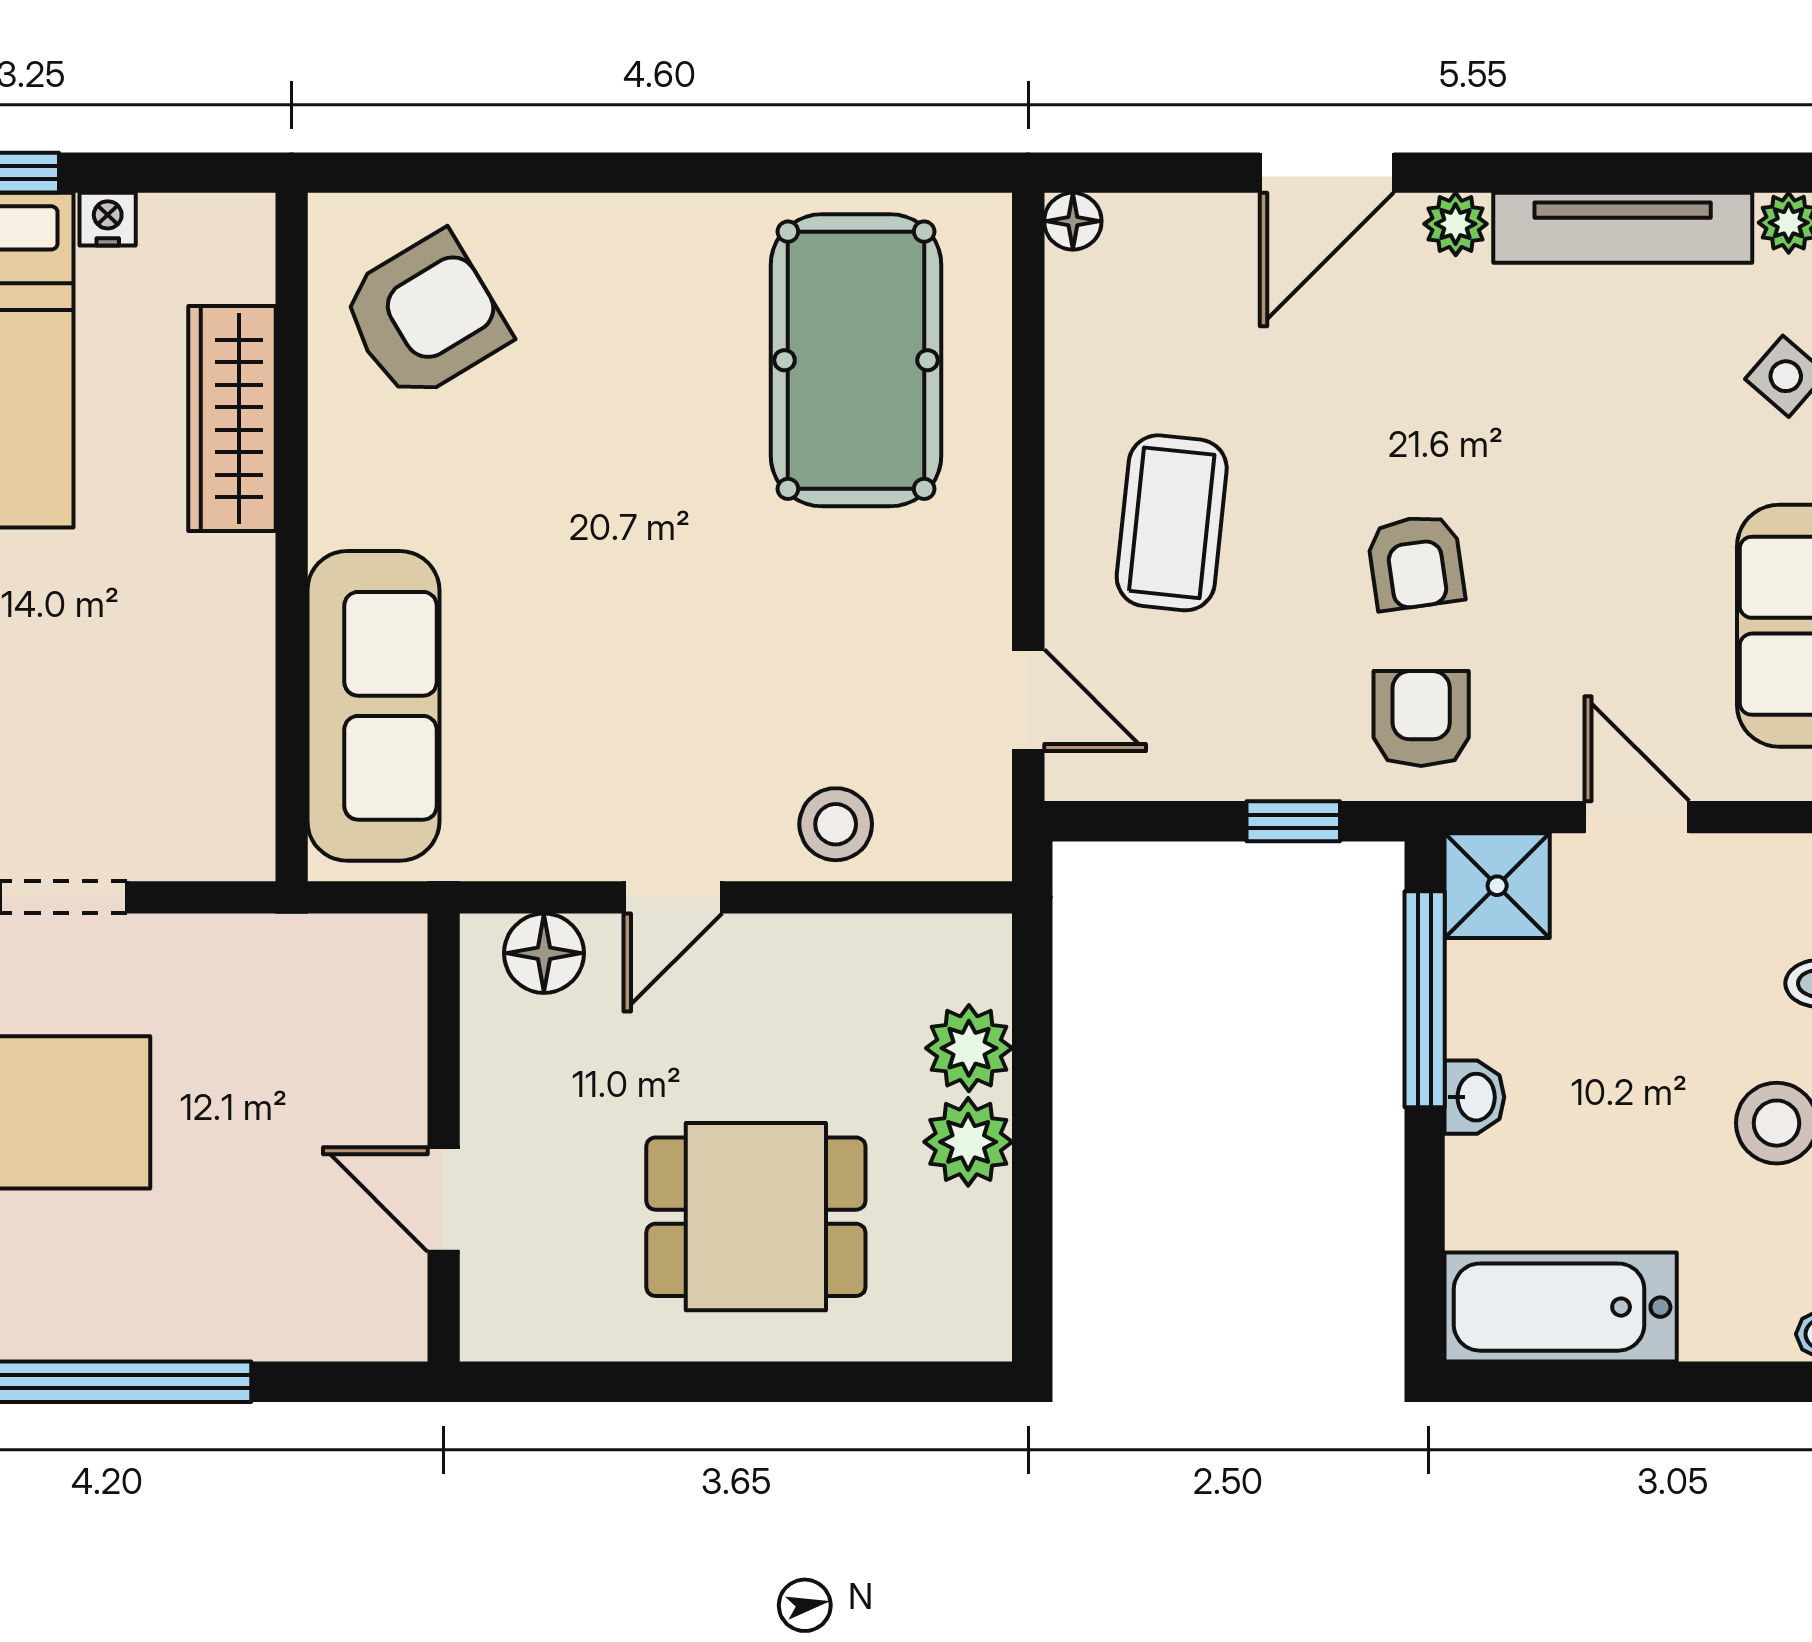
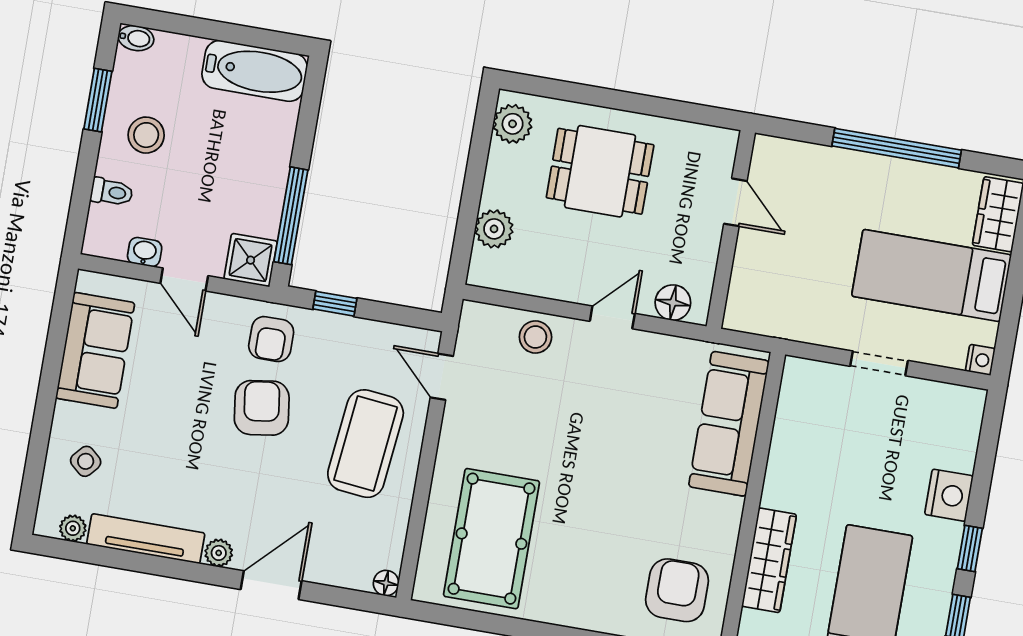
armchair: (425, 317) -> (677, 590), turned 121
coffee table: (1172, 523) -> (366, 444), width x1.36, depth x1.32
armchair: (1416, 562) -> (262, 408), width x1.38, depth x1.38
washbasin: (1474, 1097) -> (145, 252), moved, turned 90
plant: (968, 1142) -> (513, 124), moved

